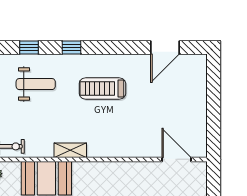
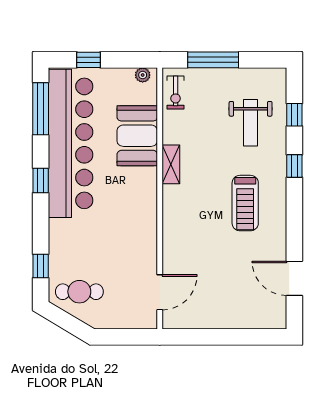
treadmill: (102, 88) -> (245, 203), turned 180

